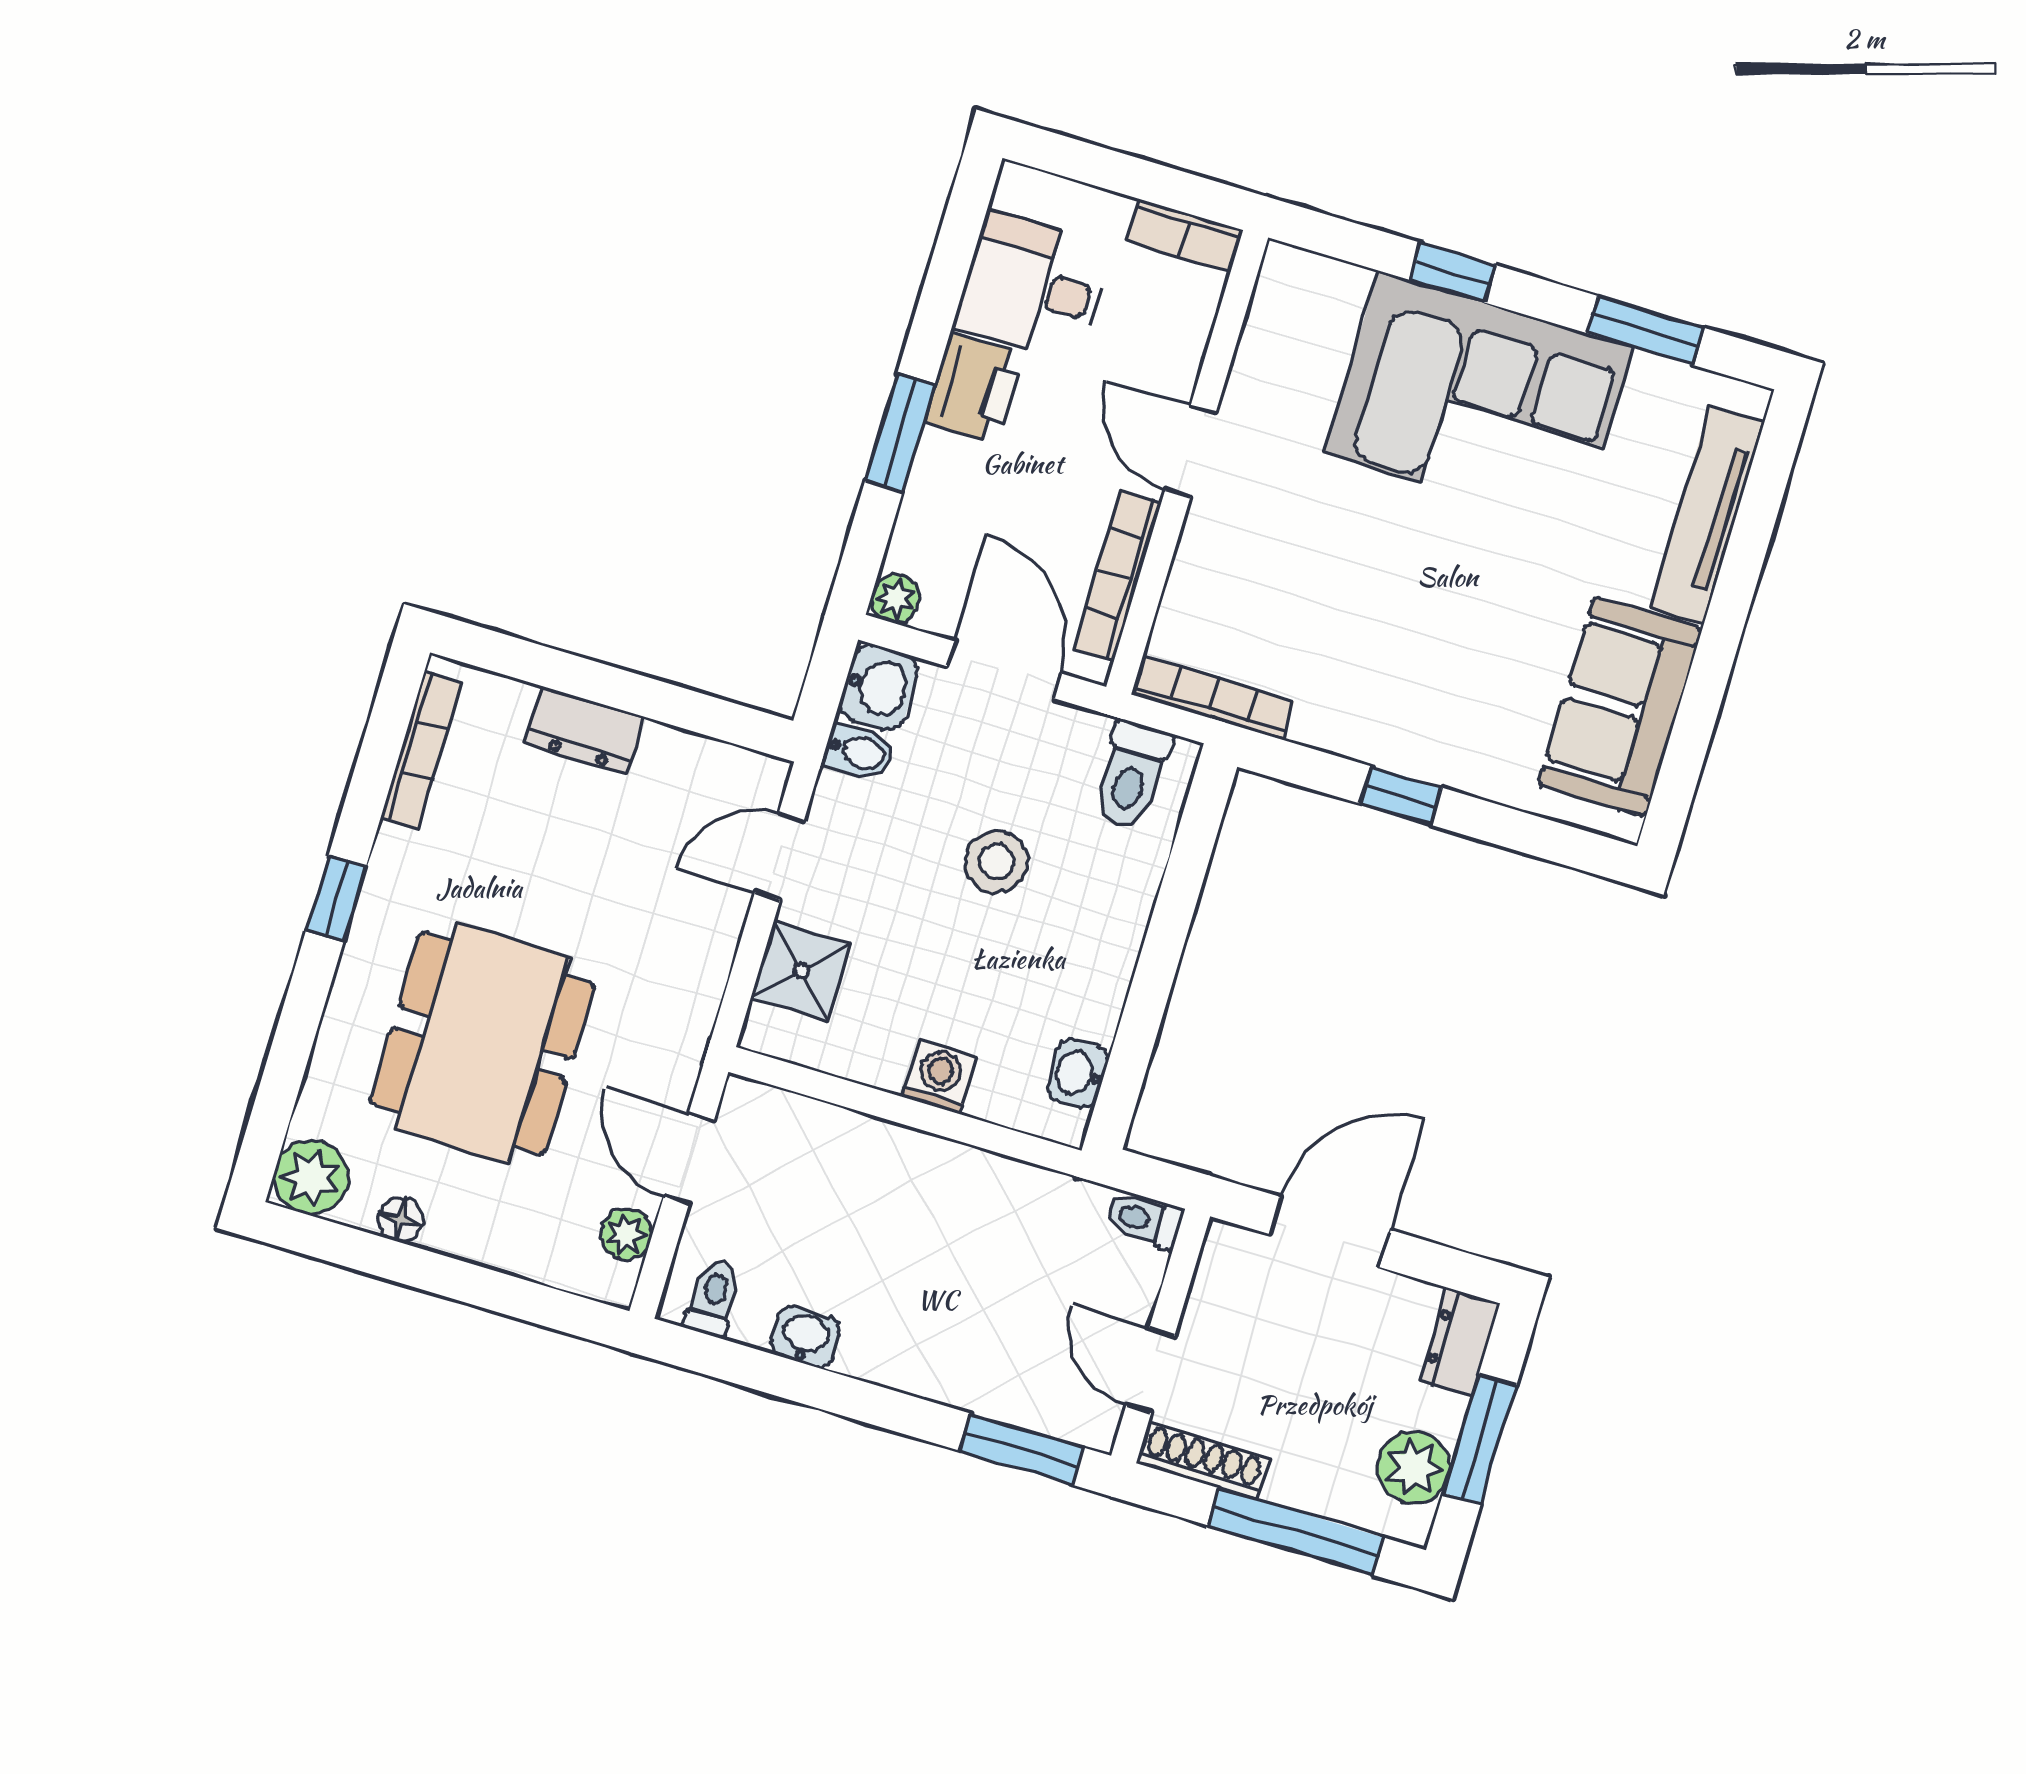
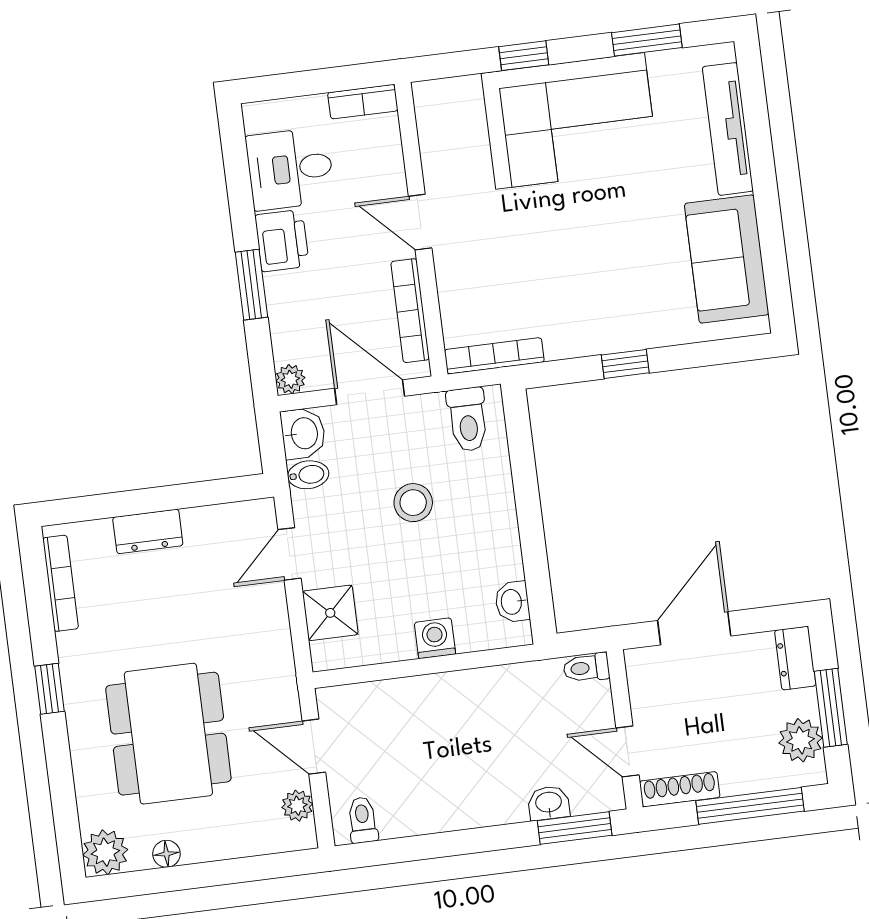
washbasin: (805, 1337) -> (549, 803), moved

